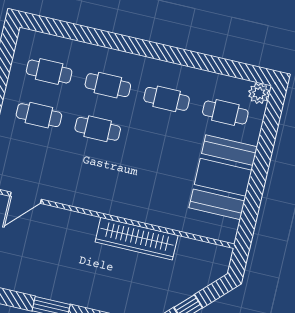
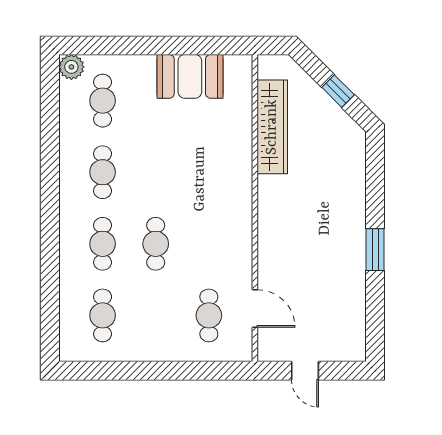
cafe table: (39, 115) -> (209, 315), moved
booth: (223, 177) -> (190, 76), width x0.73, depth x0.70
wardrobe: (137, 239) -> (272, 127), moved

